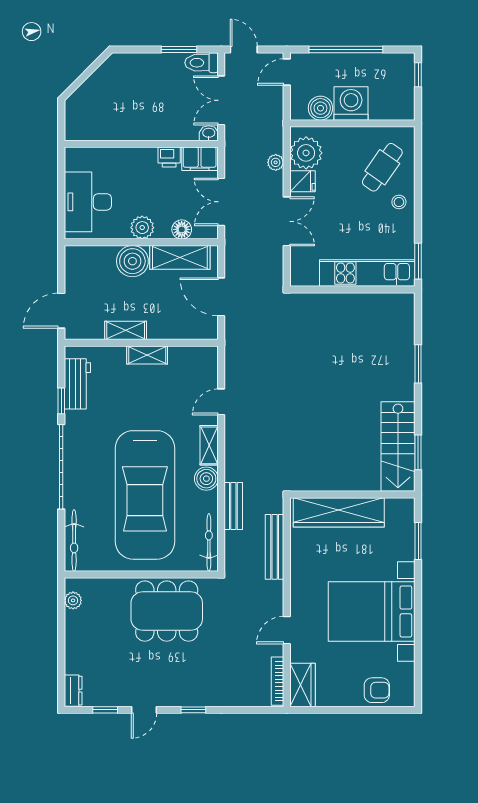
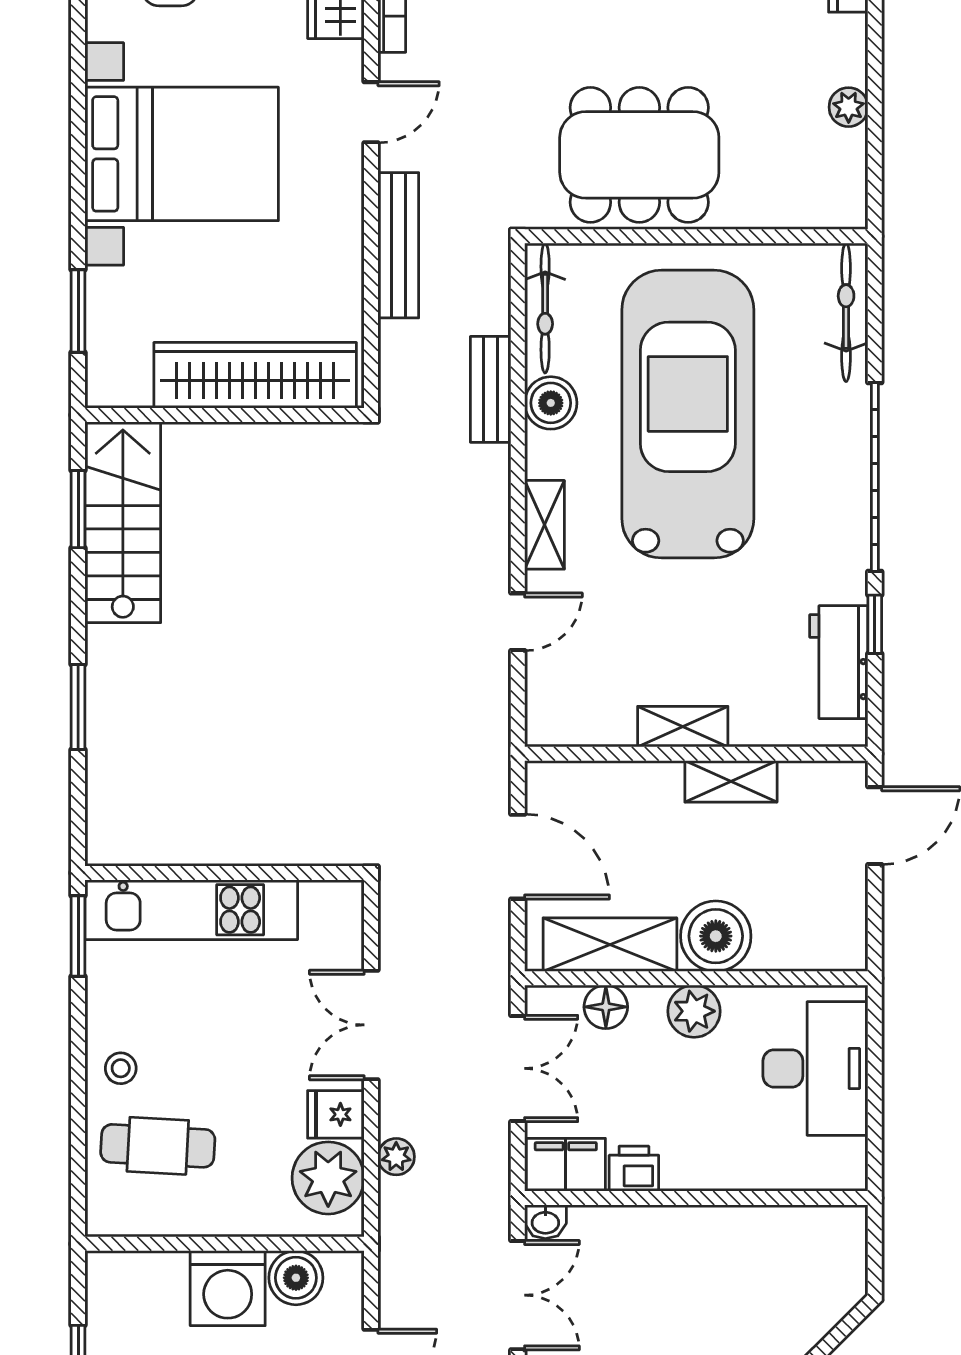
cafe table: (382, 167) -> (158, 1146), turned 58
boiler: (206, 479) -> (551, 403), moved
bench: (275, 547) -> (398, 245), moved
plant: (73, 600) -> (849, 107), moved

